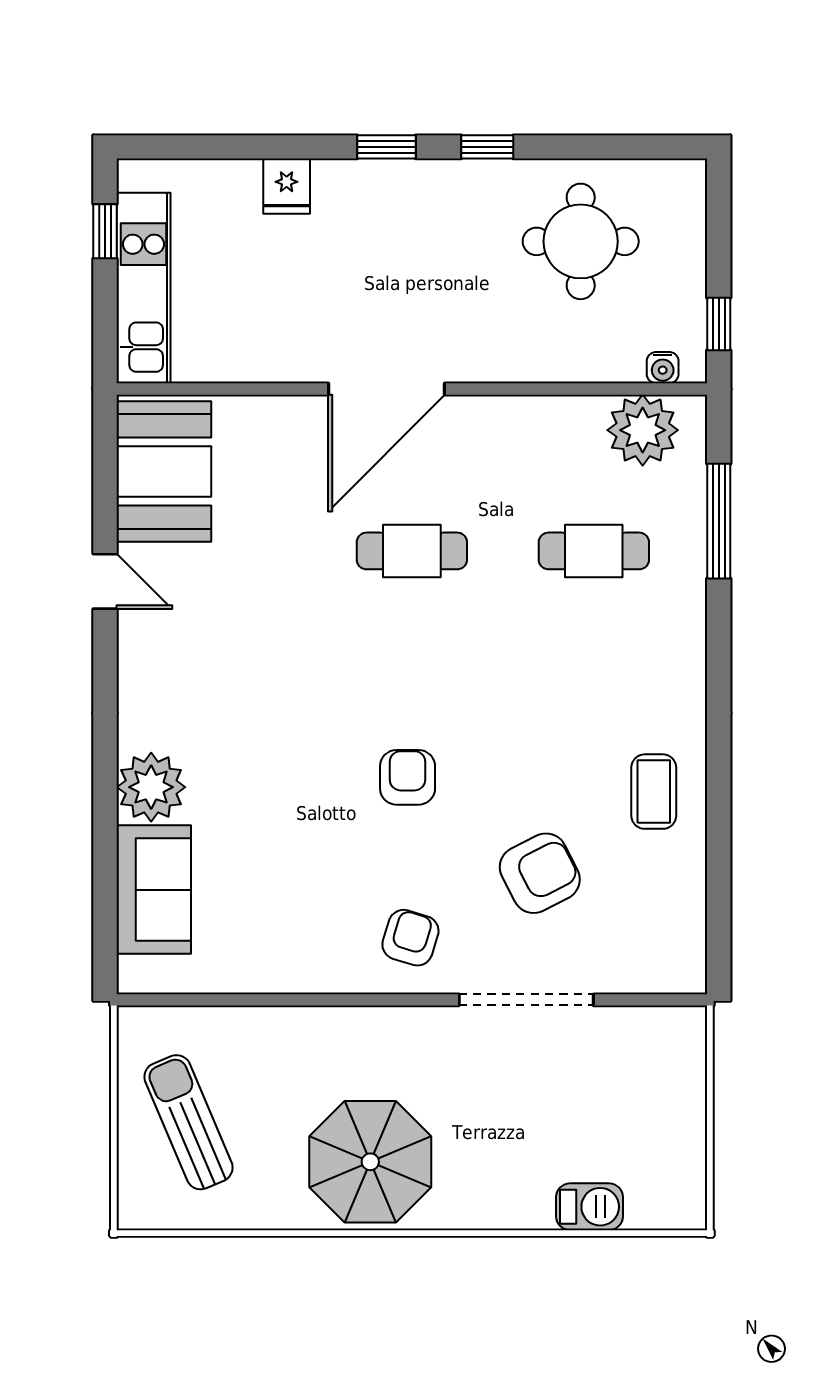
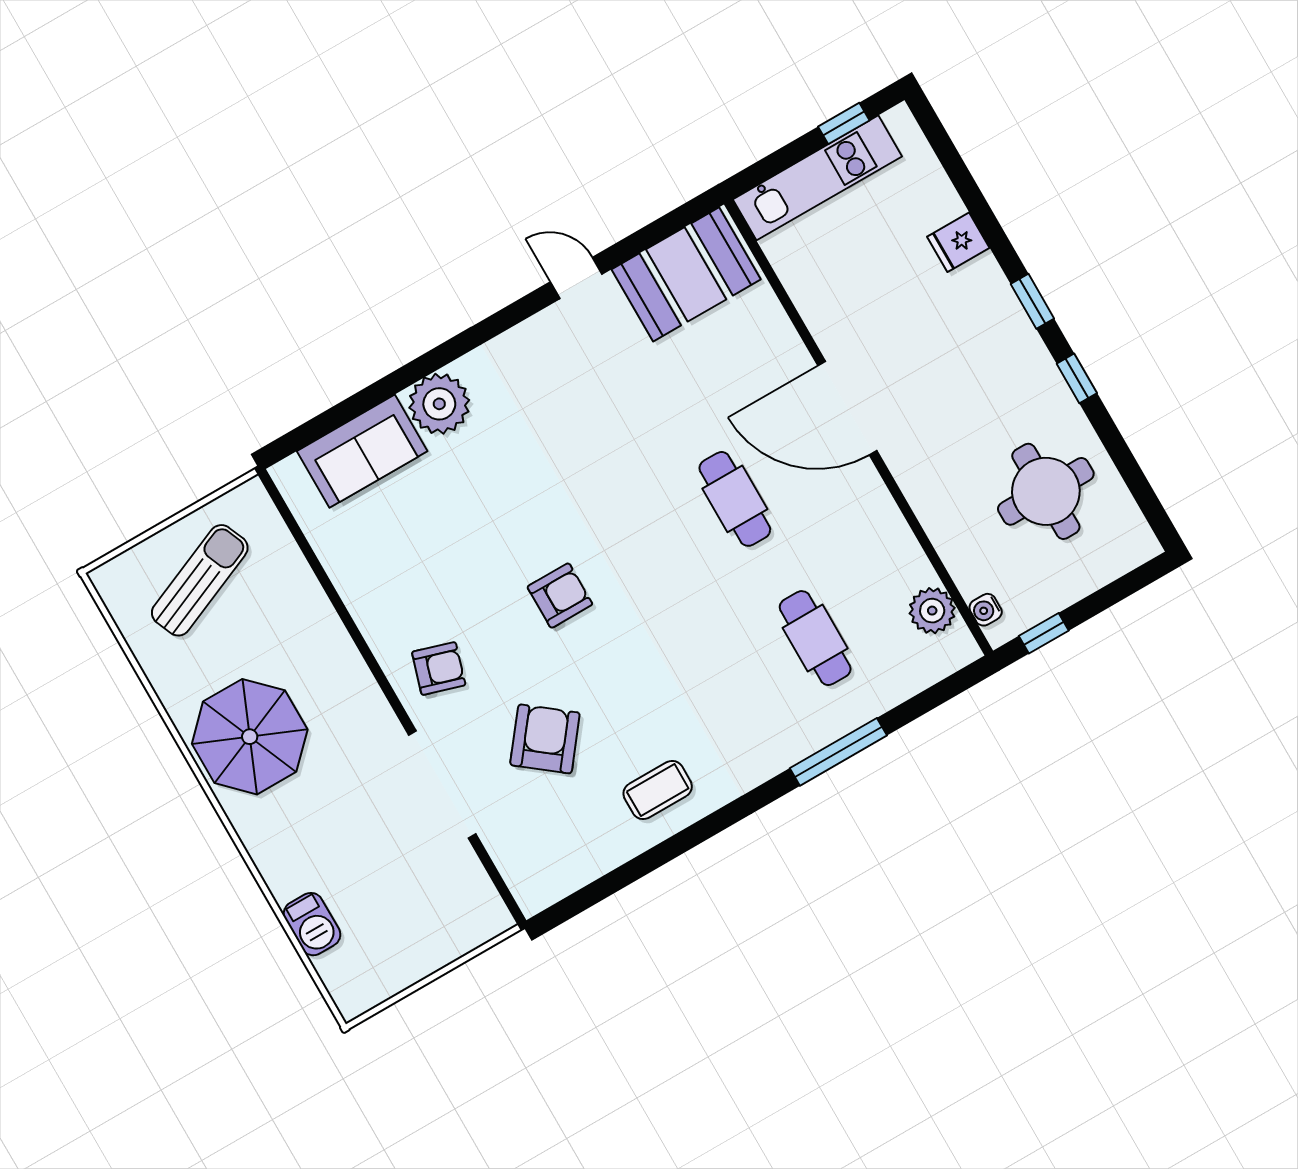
plant: (643, 430) -> (932, 611), width x0.73, depth x0.73
window: (719, 521) -> (838, 752), moved
door: (105, 581) -> (576, 278), swing flipped
armchair: (540, 873) -> (545, 739), turned -115

